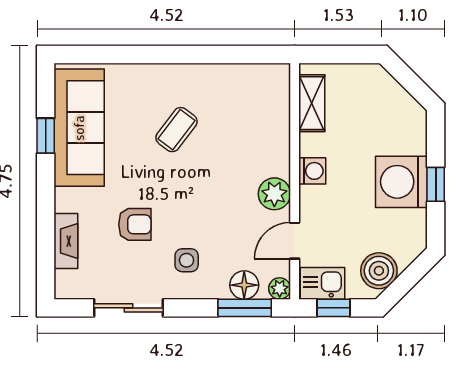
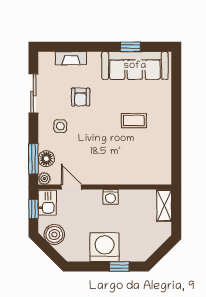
shelving: (312, 103) -> (164, 206), moved, turned 90
coffee table: (177, 130) -> (134, 120), turned -37
window: (436, 184) -> (119, 266), moved
plant: (274, 194) -> (98, 176), removed

